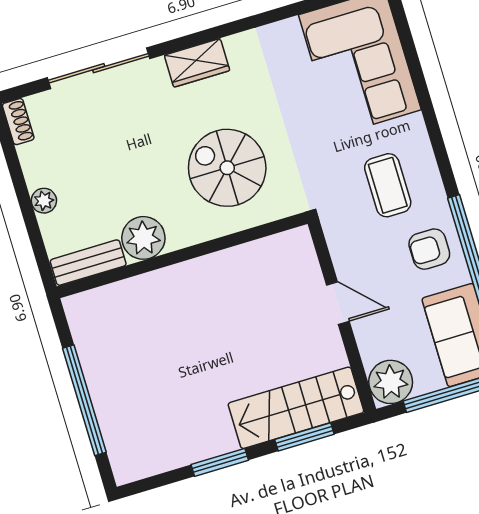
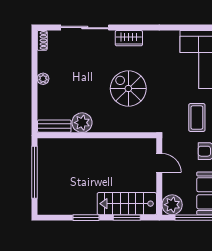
plant: (143, 238) -> (82, 123), moved
wall: (182, 255) -> (97, 135), moved
bench: (88, 263) -> (54, 126), moved

